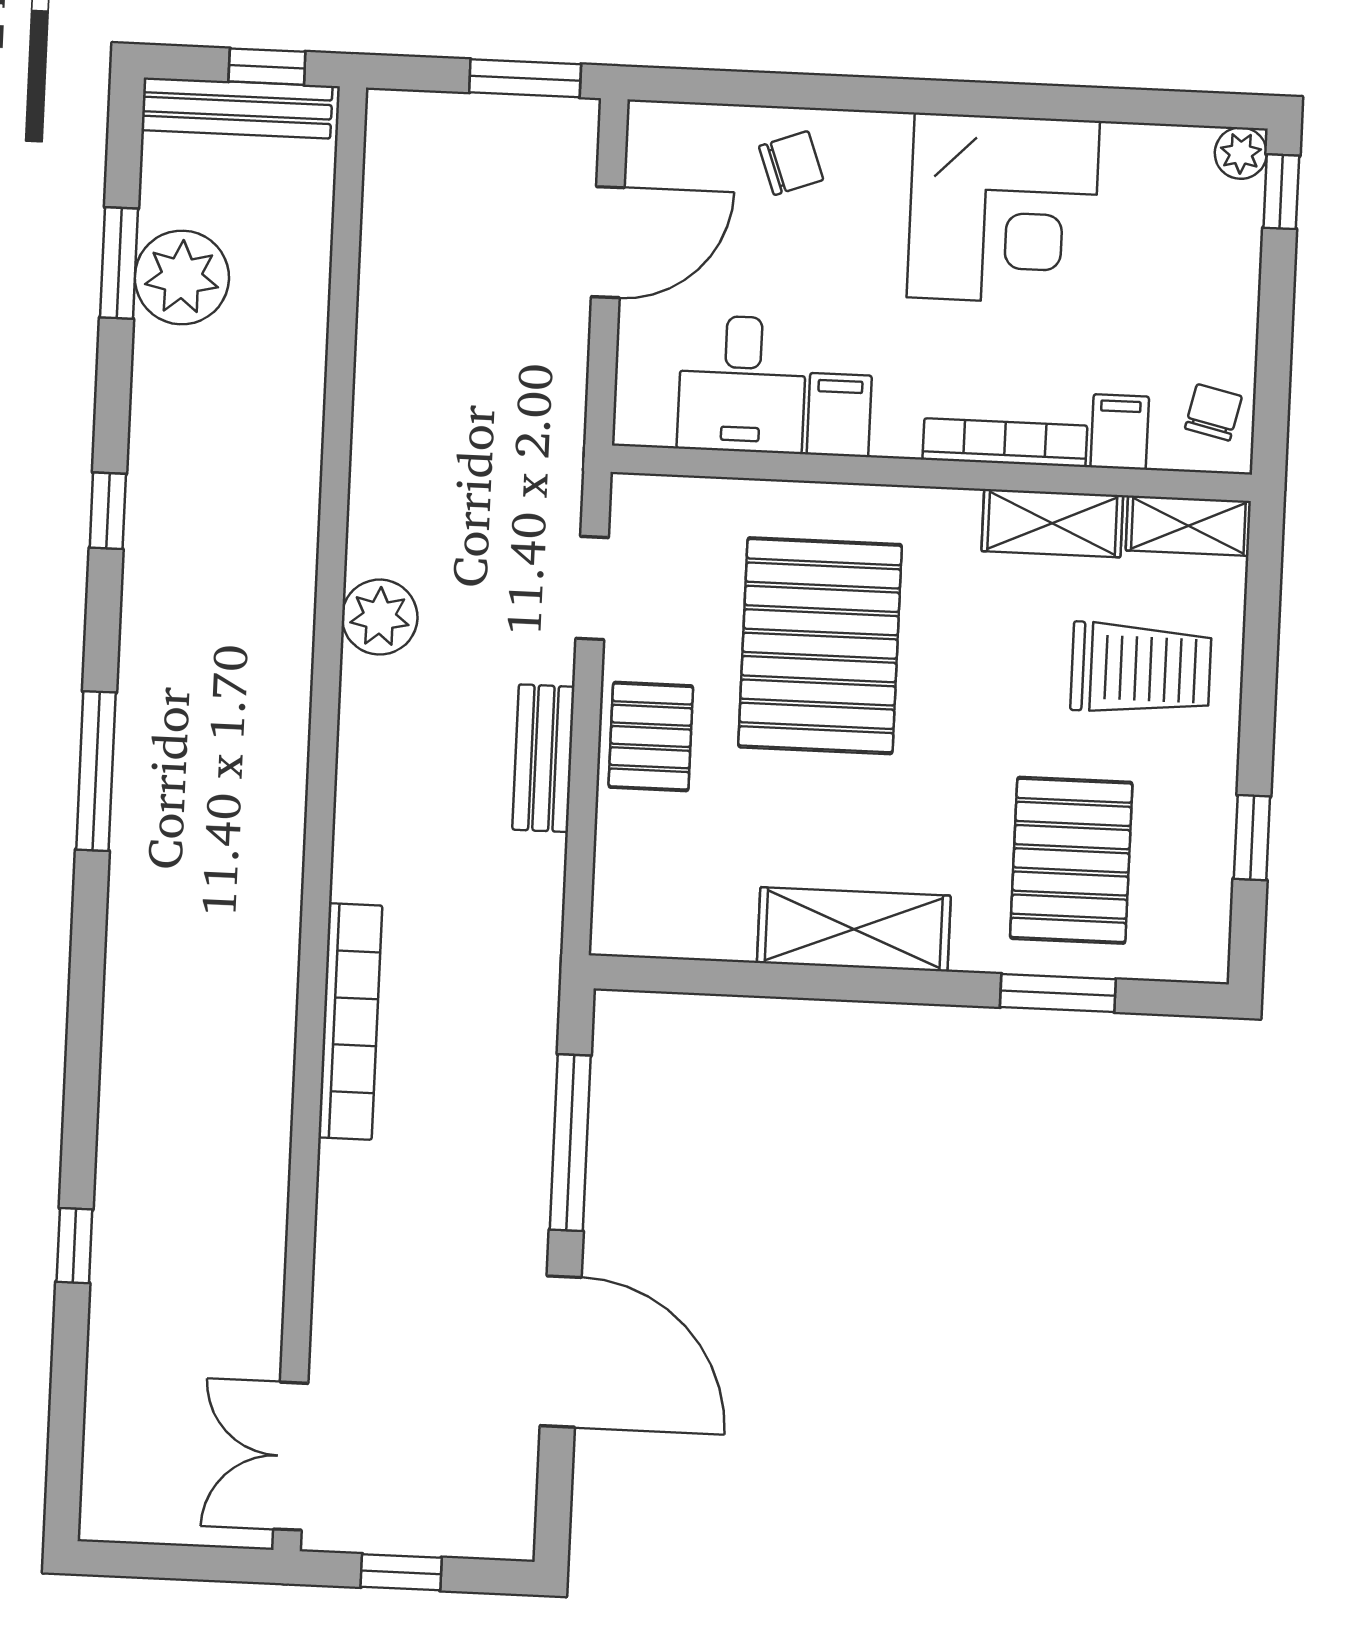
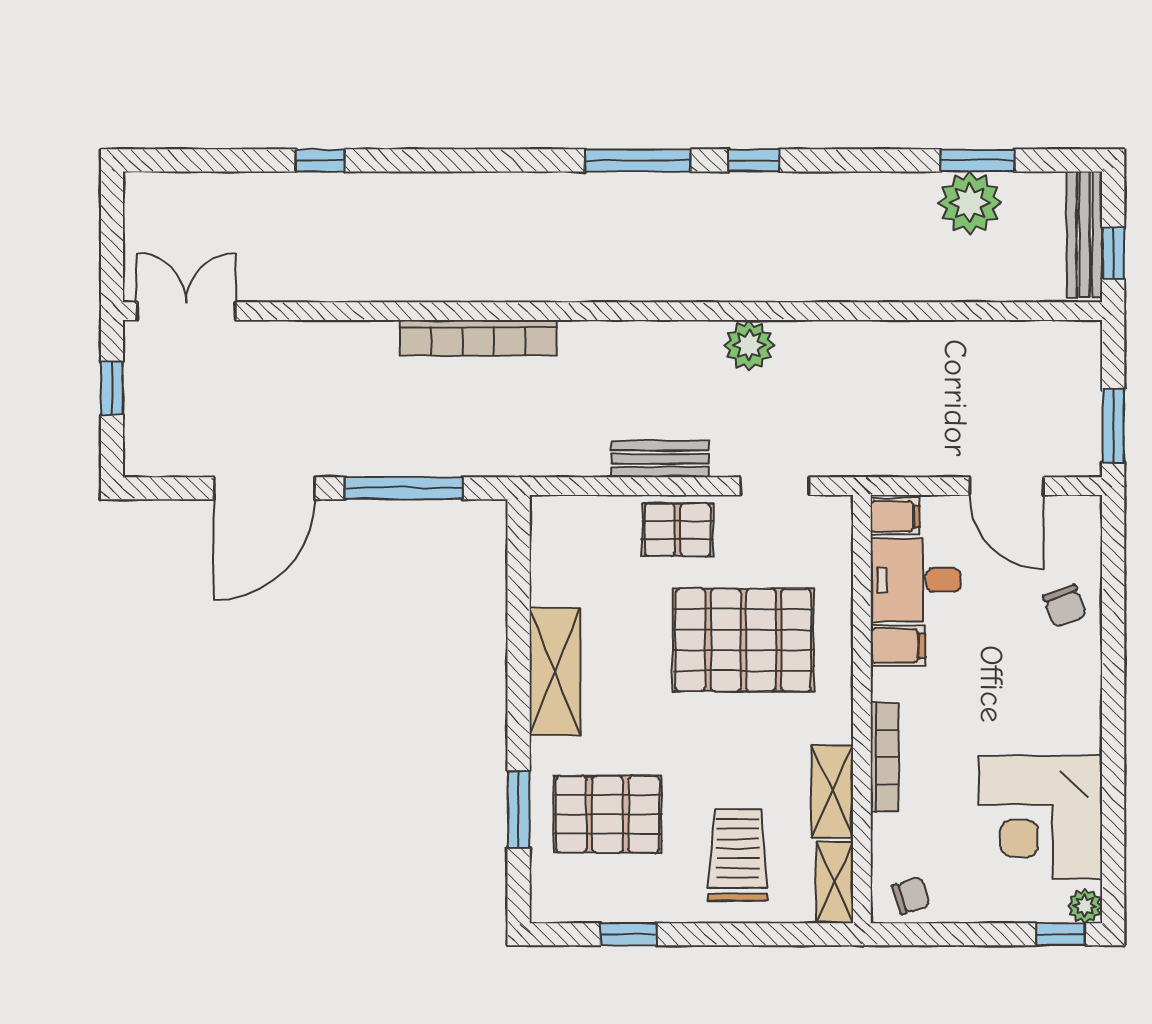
corner desk: (1003, 209) -> (1040, 817), moved
chair: (1213, 412) -> (911, 896), turned -31
filing cabinet: (1120, 432) -> (895, 516), moved
window: (108, 511) -> (754, 160), moved
trolley: (1141, 669) -> (738, 855), turned 180

